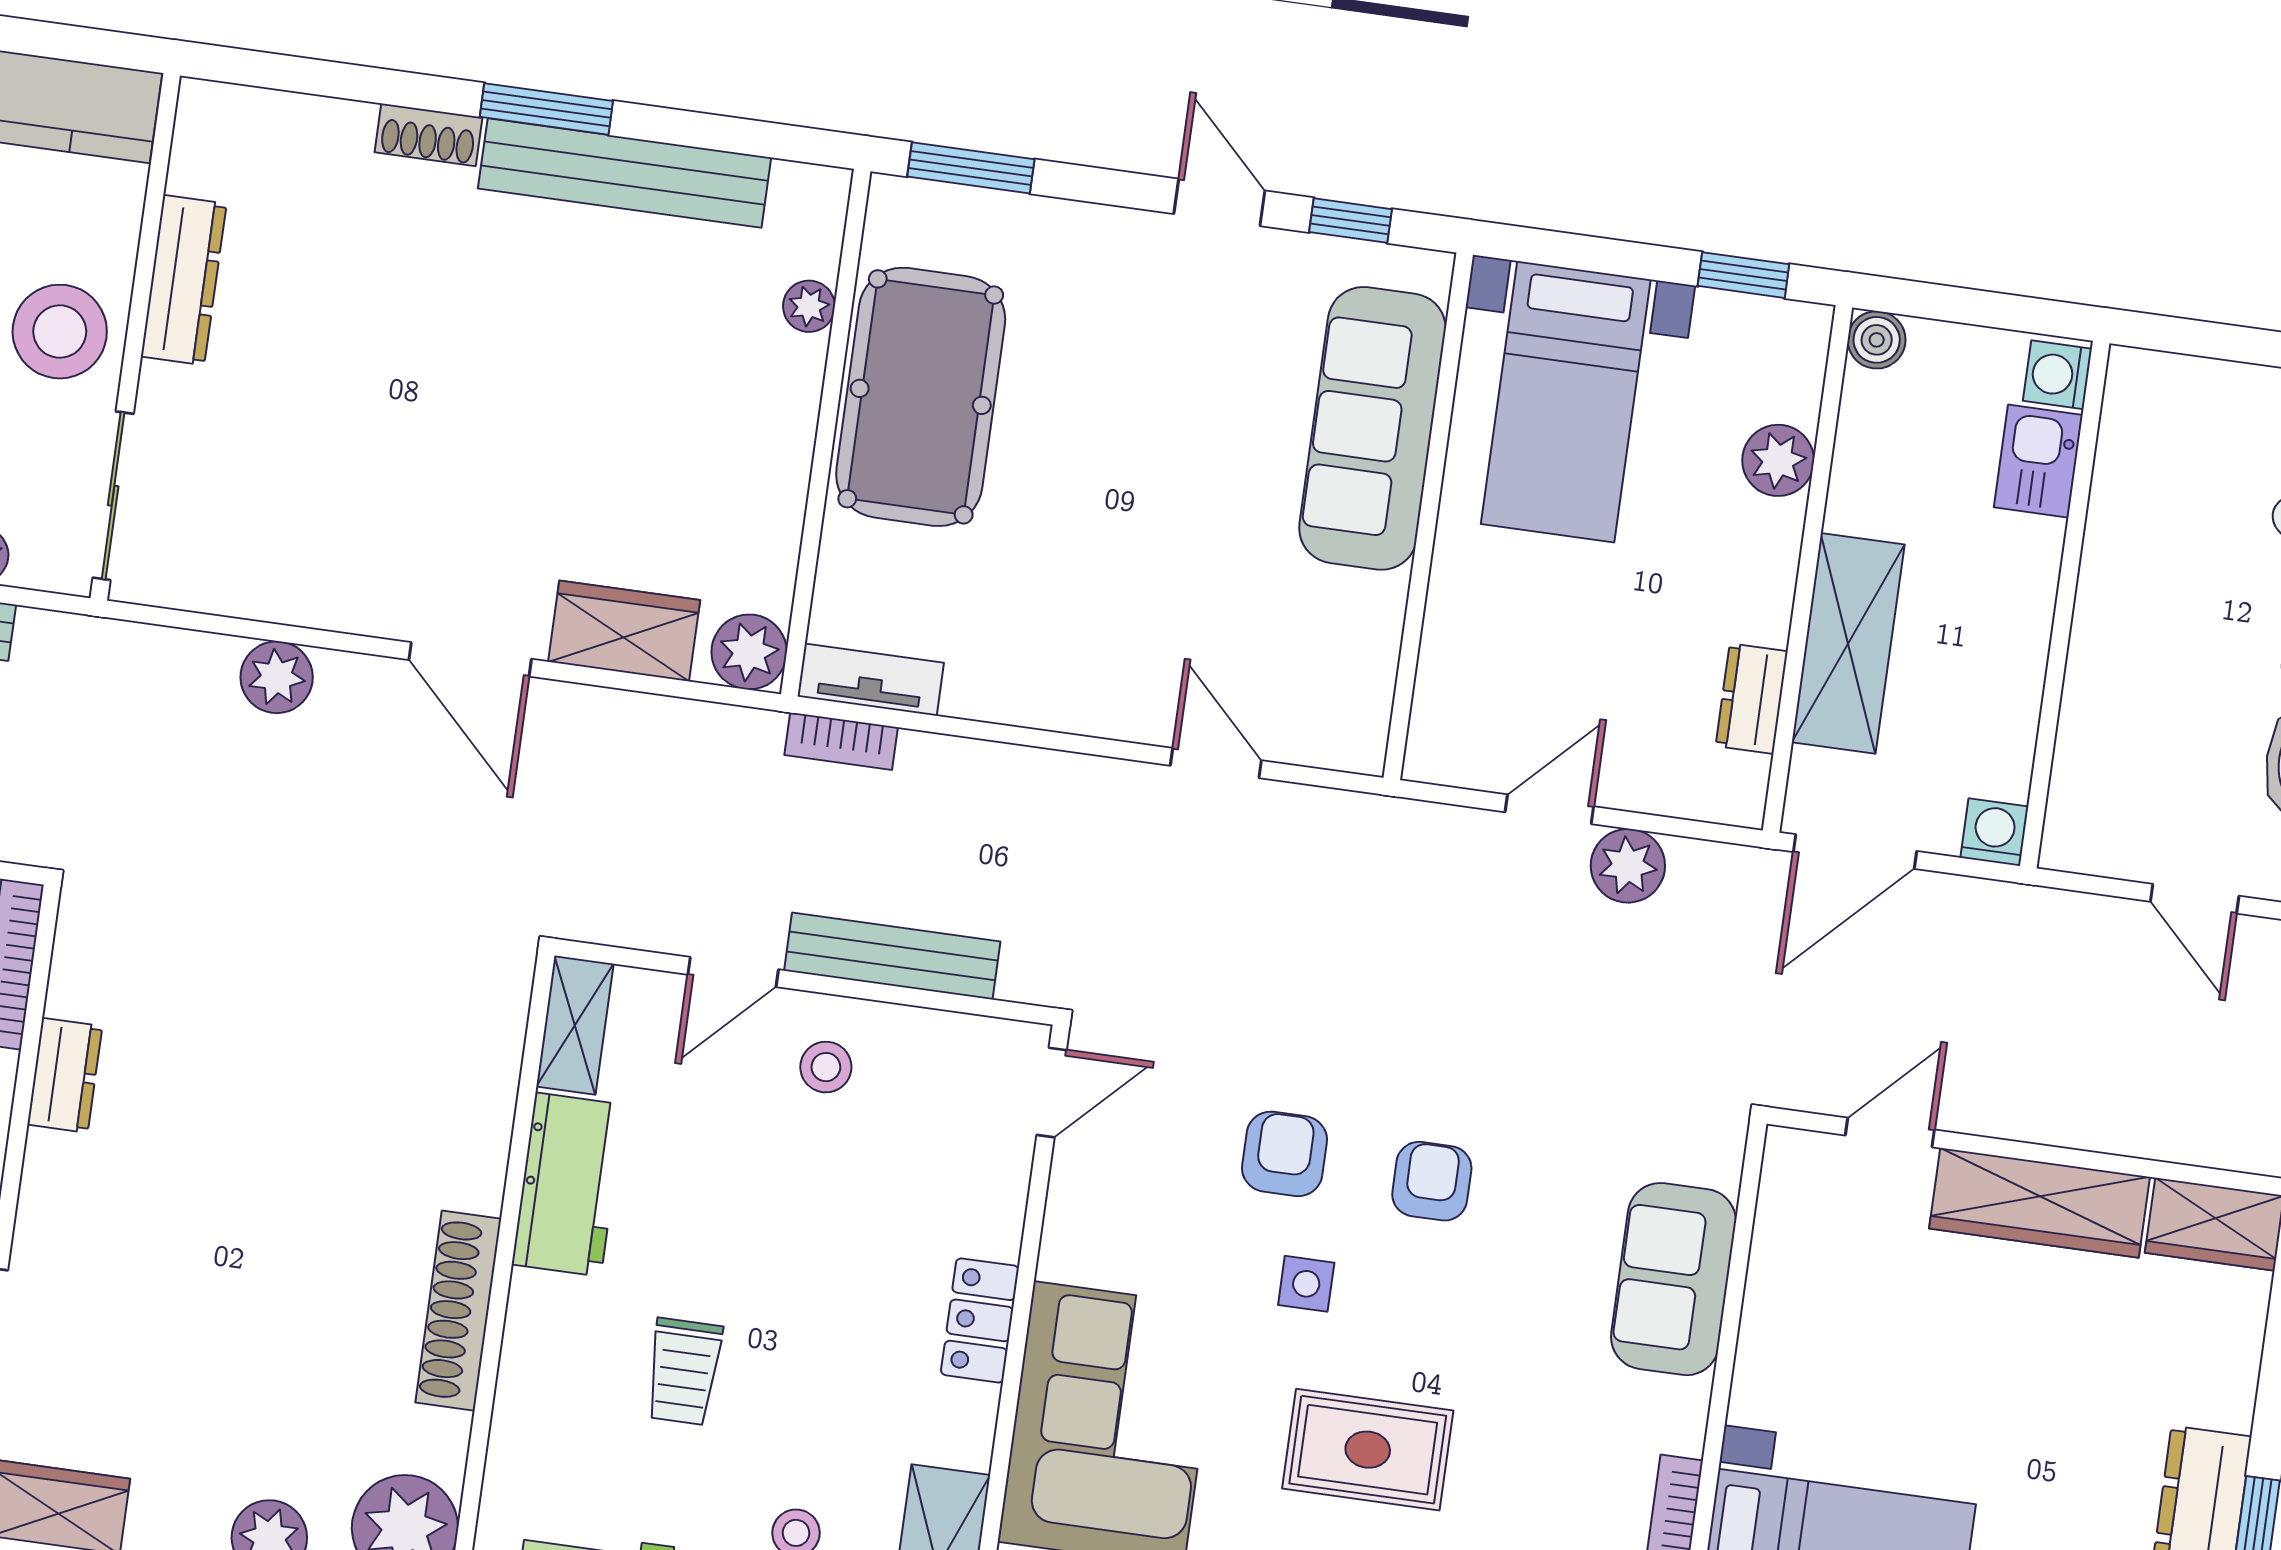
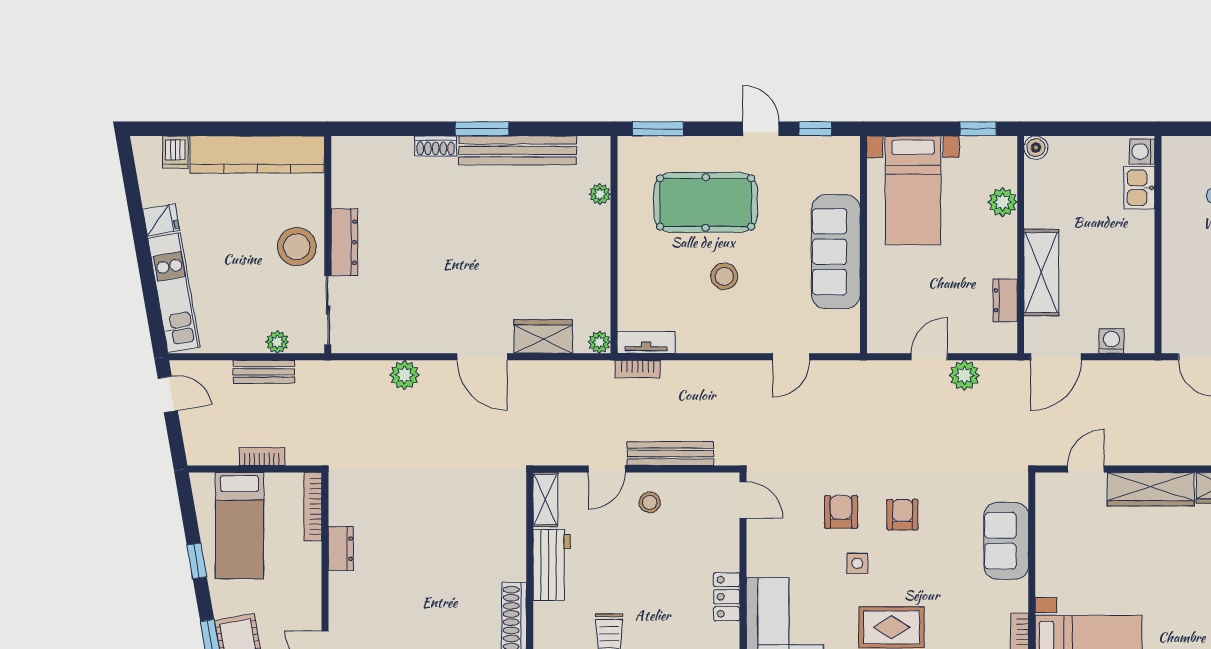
dresser: (184, 280) -> (344, 242), moved
washing machine: (2057, 375) -> (1142, 152), moved
pool table: (921, 397) -> (706, 202), moved, turned 90
sofa: (1372, 428) -> (836, 252), moved
kitchen sink: (2038, 461) -> (1139, 188), moved
stool: (1081, 546) -> (724, 276), added
wall: (2065, 605) -> (1158, 245), moved
plant: (749, 652) -> (599, 342), width x0.73, depth x0.73
door: (1216, 763) -> (791, 357), swing flipped
door: (1052, 1092) -> (743, 500), hinge flipped

